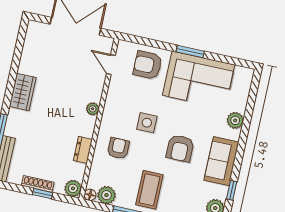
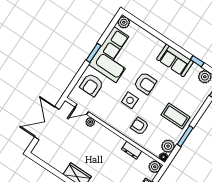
plant: (93, 109) -> (90, 122), moved
plant: (235, 120) -> (124, 22), moved
armchair: (180, 148) -> (145, 83), moved

